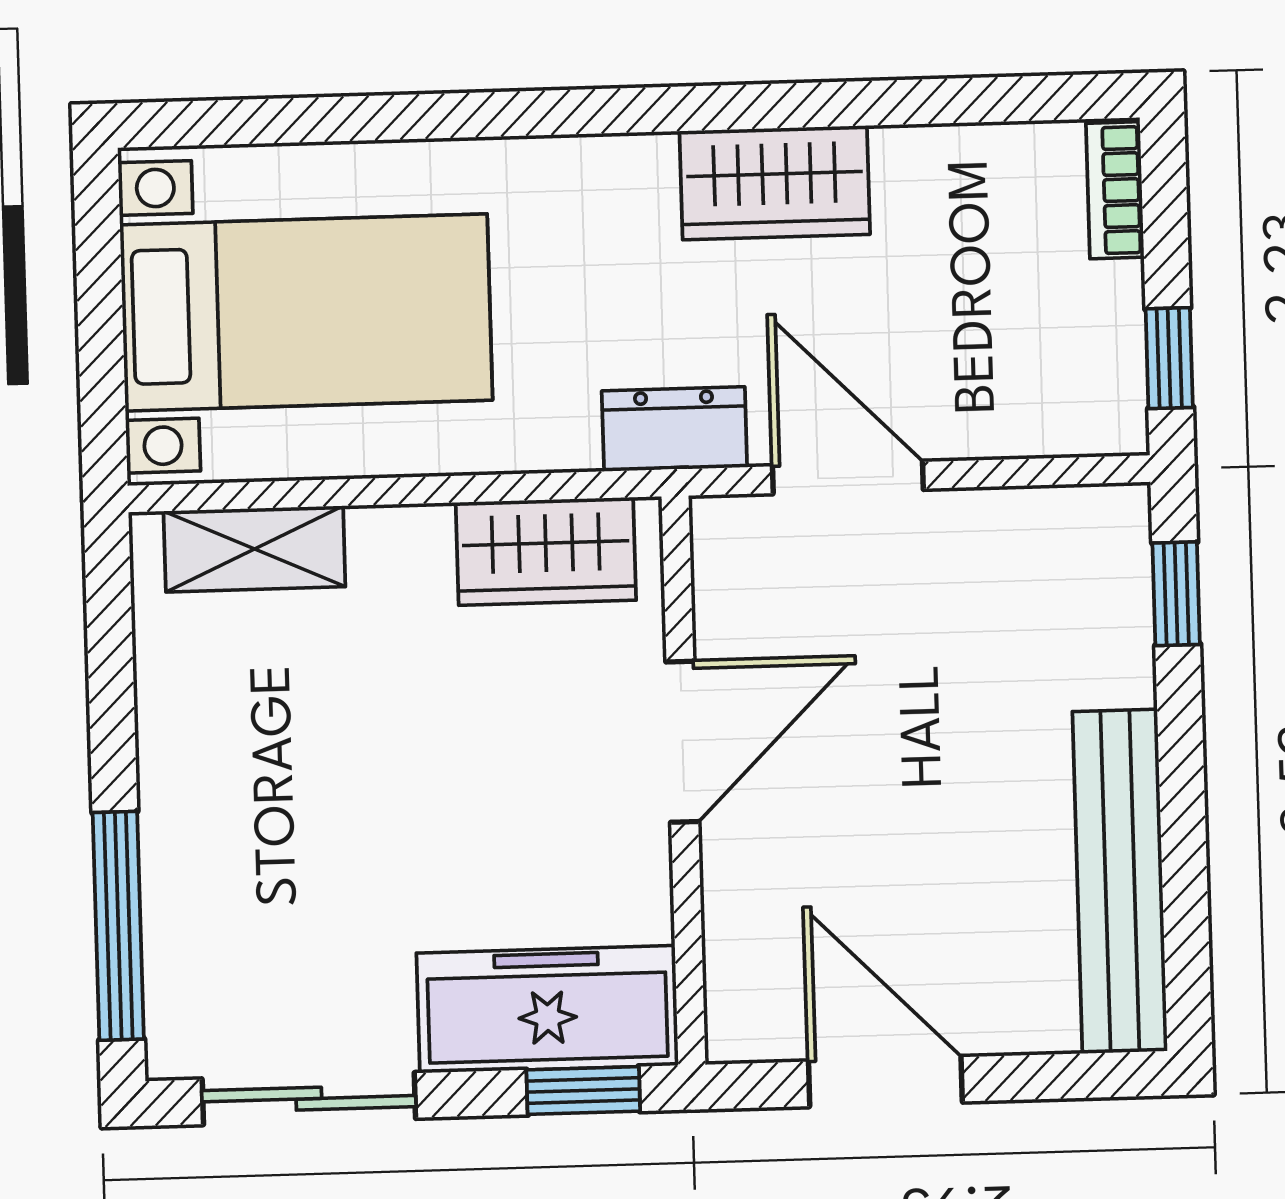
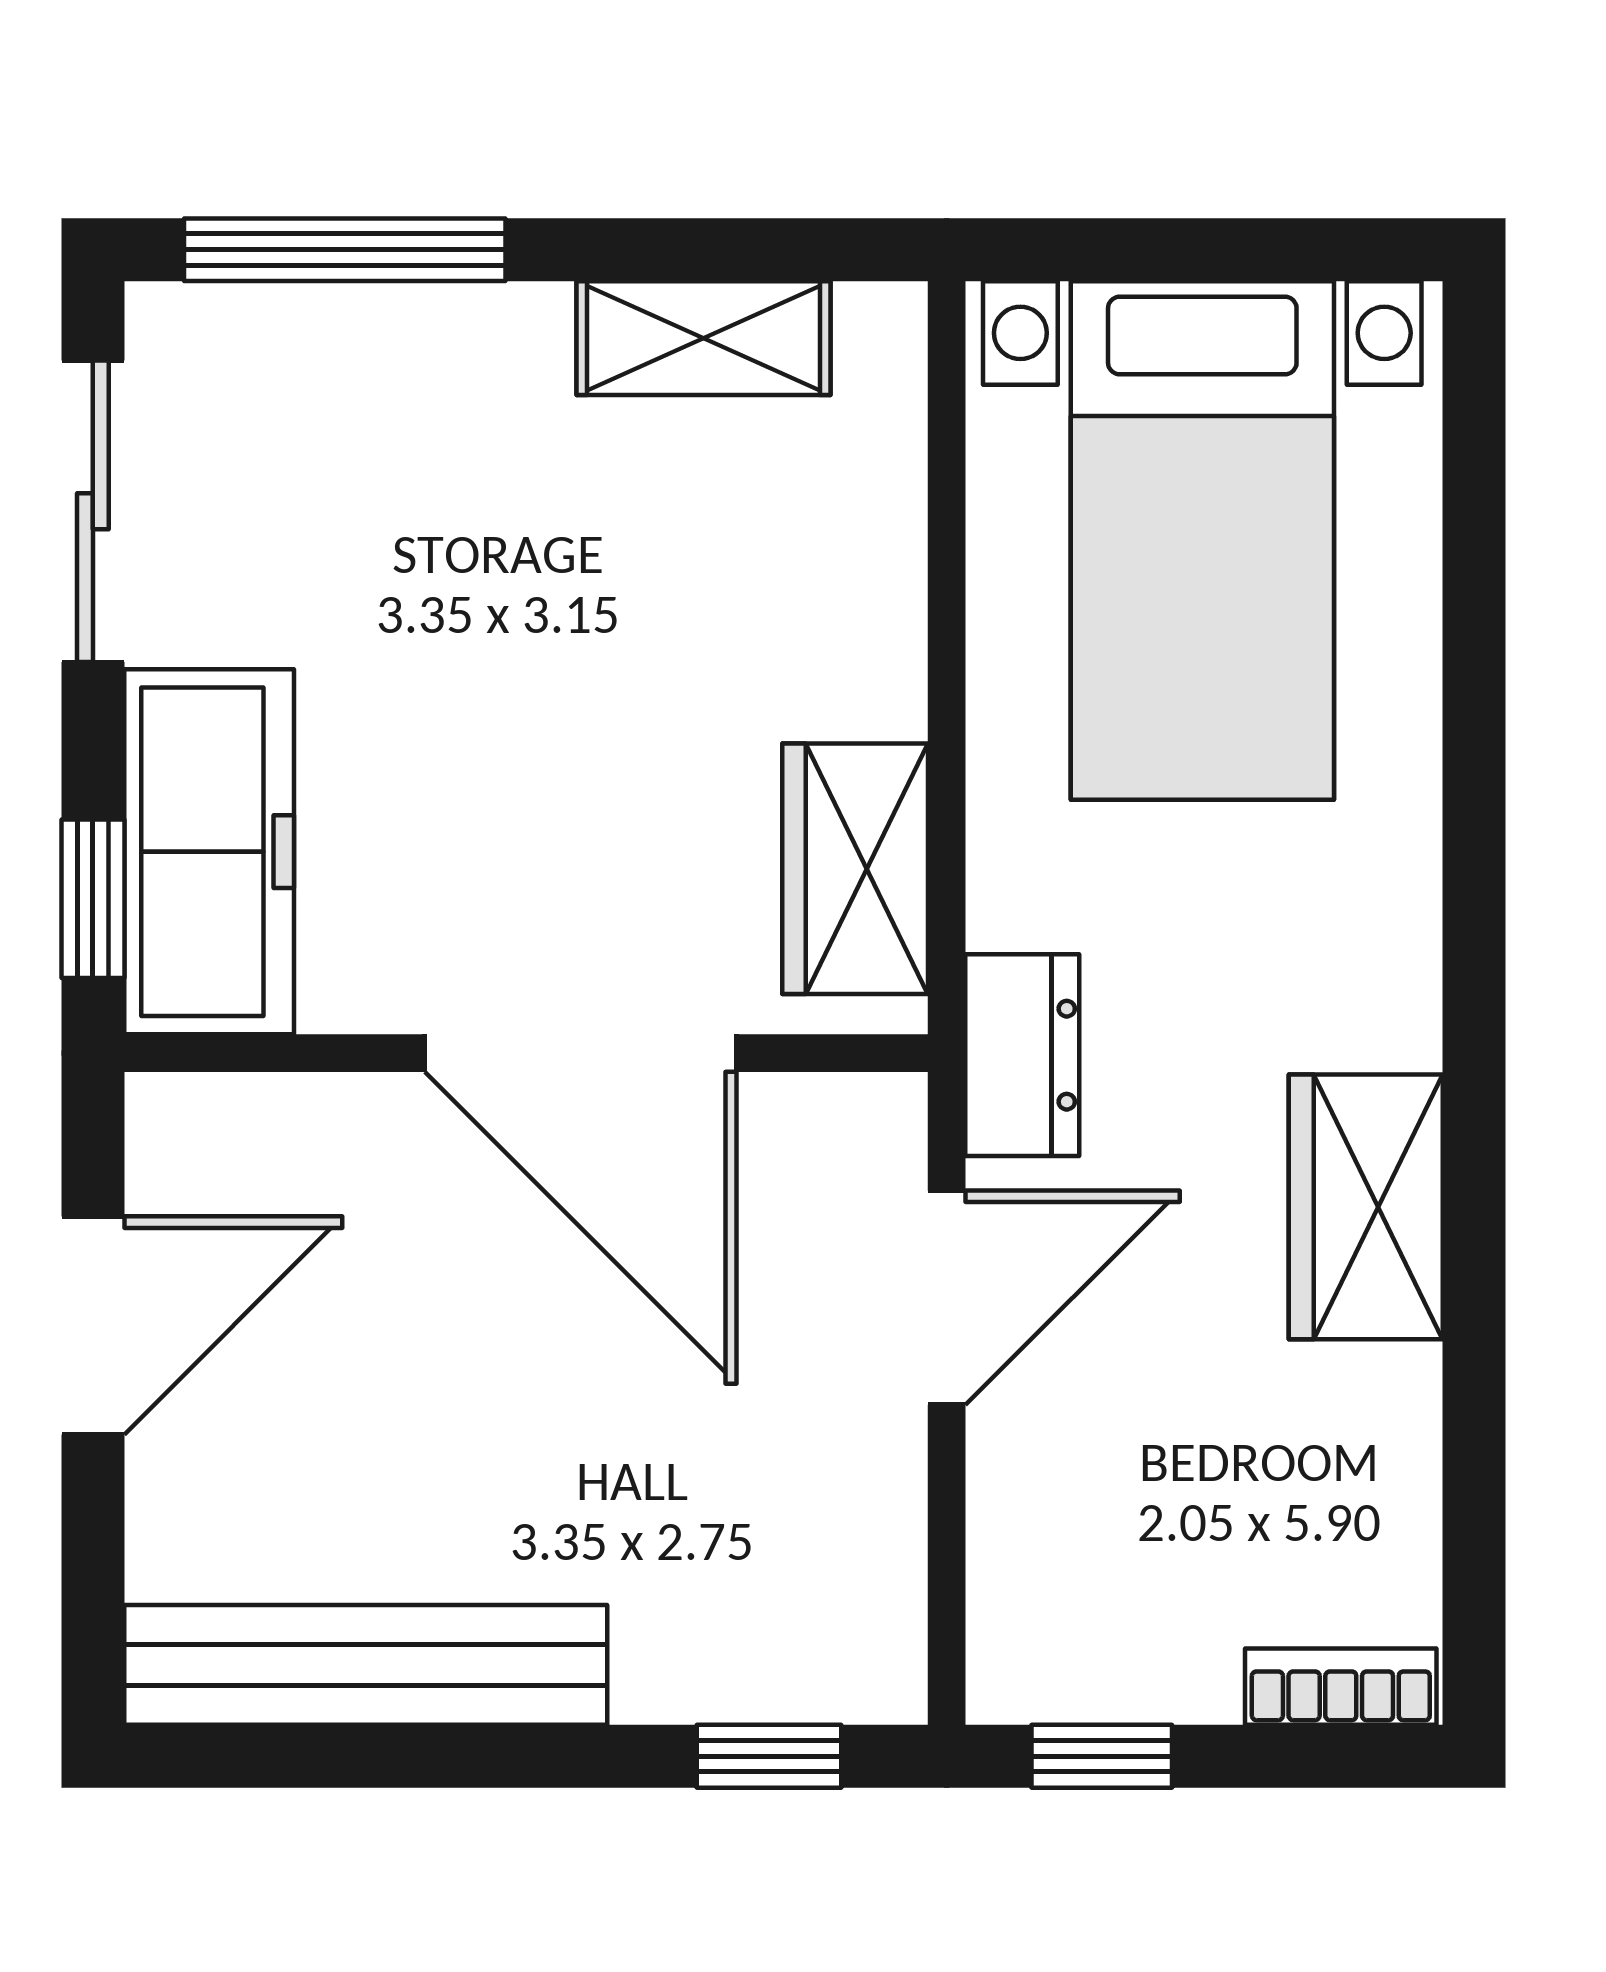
shelving: (254, 549) -> (703, 338), moved, turned 90
door: (682, 742) -> (581, 1053), width x1.36

